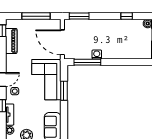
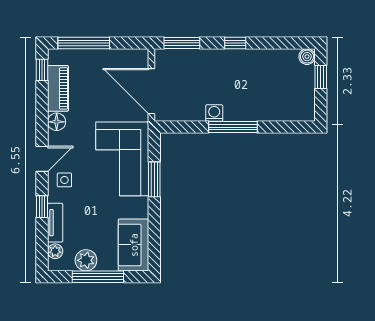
window: (36, 16) -> (84, 43), moved
window: (127, 16) -> (235, 43), moved
floor lamp: (10, 59) -> (57, 122), added
window: (87, 62) -> (233, 127), moved

